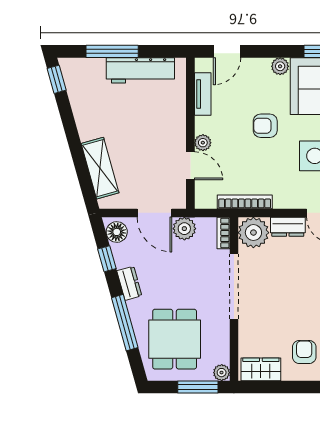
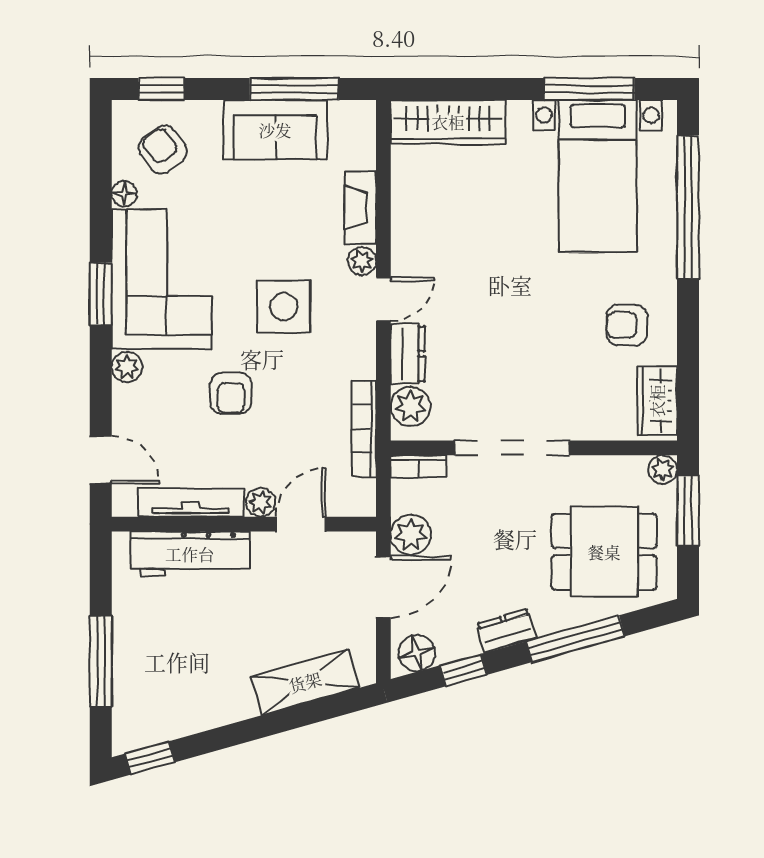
workbench: (140, 70) -> (190, 554), moved, turned 90
tv unit: (203, 94) -> (191, 503), width x1.41
plant: (253, 233) -> (411, 406), width x0.73, depth x0.73

